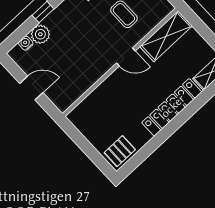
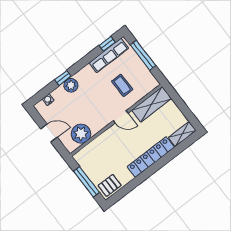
plant: (40, 34) -> (71, 85), moved
plant: (75, 85) -> (81, 134), added
window: (88, 149) -> (86, 182), added

